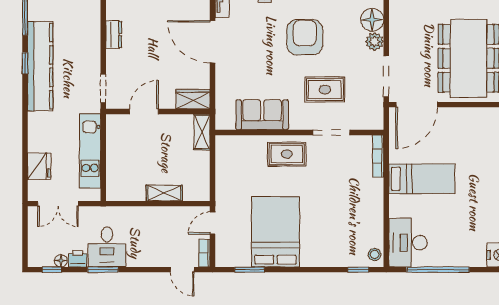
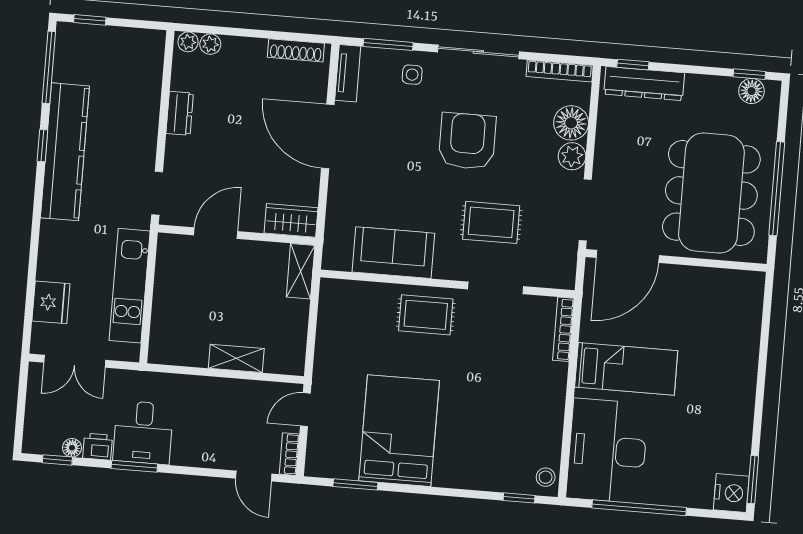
desk: (408, 243) -> (607, 451), width x1.36, depth x1.30

